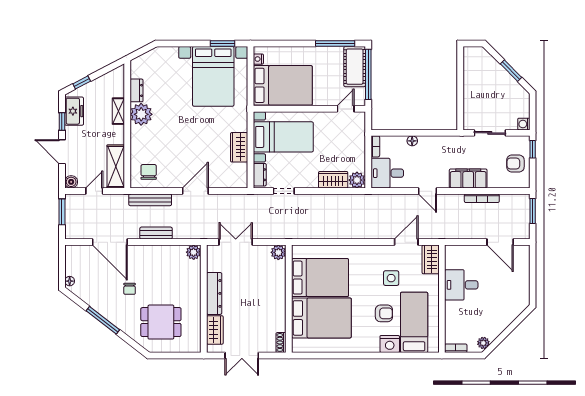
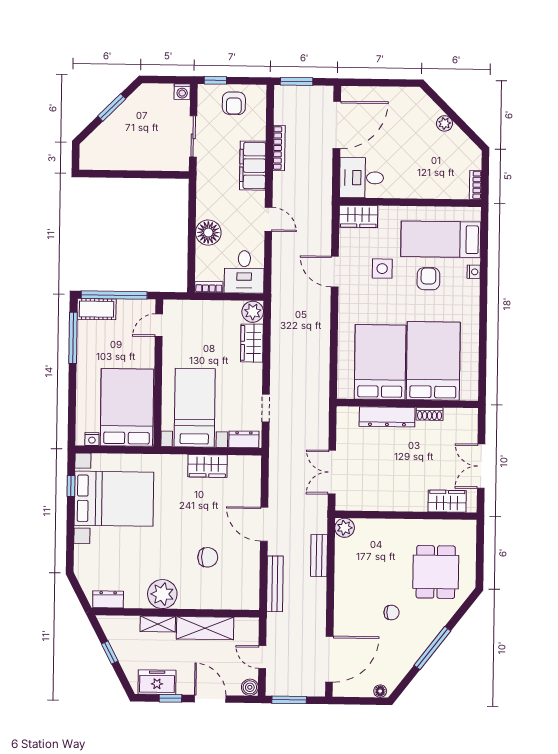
window: (222, 44) -> (71, 486), width x0.67
cot: (355, 67) -> (97, 309), width x0.73, depth x0.75
window: (82, 82) -> (110, 653), moved
dresser: (137, 90) -> (108, 599), moved
door: (346, 109) -> (159, 325), hinge flipped
floor lamp: (412, 141) -> (208, 233), width x1.89, depth x1.89
door: (62, 152) -> (210, 699), swing flipped
shelving: (116, 167) -> (205, 628), moved
chair: (149, 172) -> (208, 557), moved, turned 180
door: (427, 191) -> (268, 219), hinge flipped
bench: (156, 233) -> (319, 556), moved
door: (110, 242) -> (329, 659), moved
door: (406, 242) -> (335, 272), moved
door: (500, 242) -> (337, 125), width x1.36
plant: (278, 252) -> (346, 416), removed
desk: (461, 285) -> (362, 178), moved, turned 90
dresser: (214, 293) -> (387, 417), moved, turned 180
shoe rack: (281, 342) -> (430, 414), moved
plant: (483, 343) -> (445, 123), moved
nightstand: (390, 344) -> (474, 272), width x0.53, depth x0.56
double door: (242, 355) -> (481, 466), swing flipped

